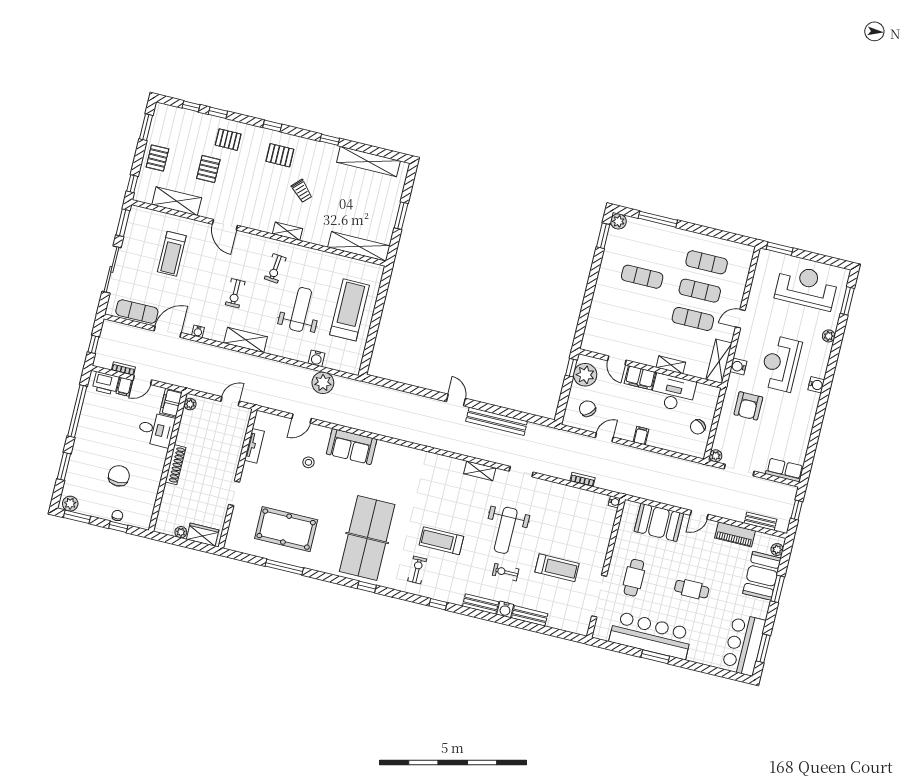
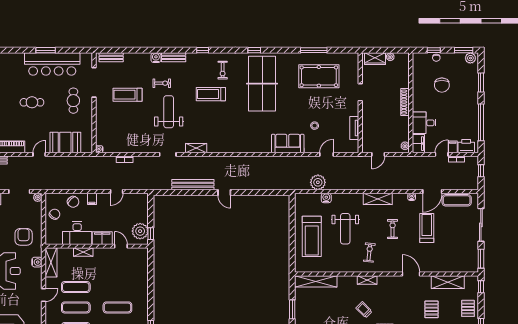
treadmill: (172, 254) -> (427, 228), moved
chair: (587, 409) -> (73, 202), moved
treadmill: (441, 541) -> (211, 94), turned 180
bench: (530, 616) -> (111, 57), moved

